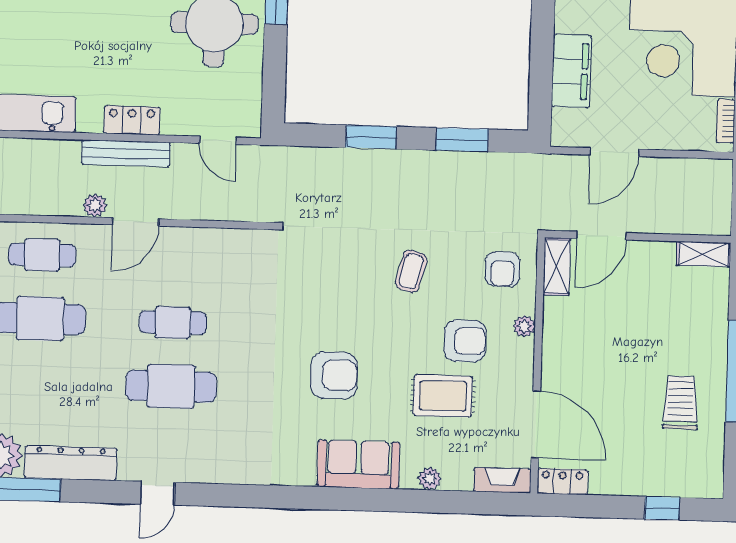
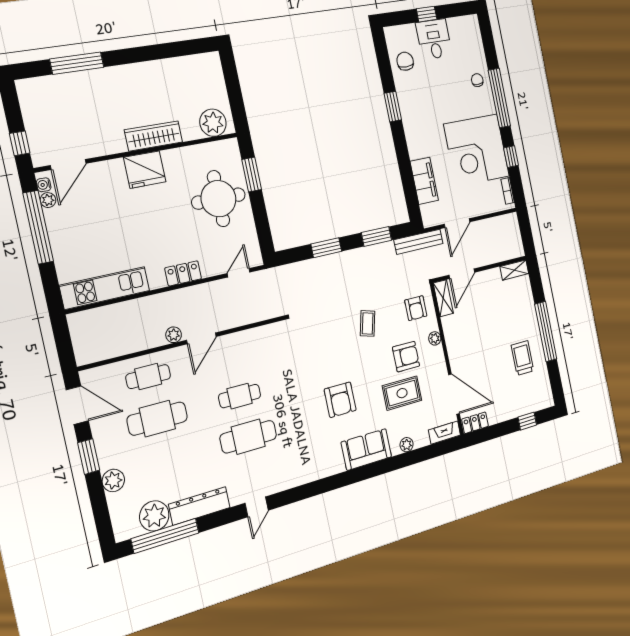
door: (218, 140) -> (239, 273), swing flipped
bench: (126, 153) -> (418, 242), moved
armchair: (334, 375) -> (340, 400), turned 90

